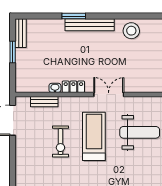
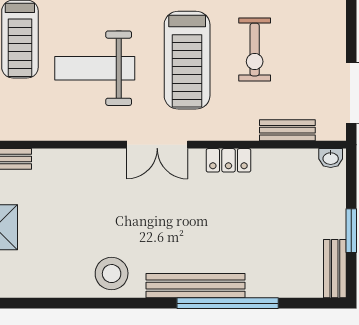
window: (74, 16) -> (228, 303), width x2.11
washbasin: (55, 88) -> (331, 158), moved
exercise bike: (60, 142) -> (255, 50), turned 180

